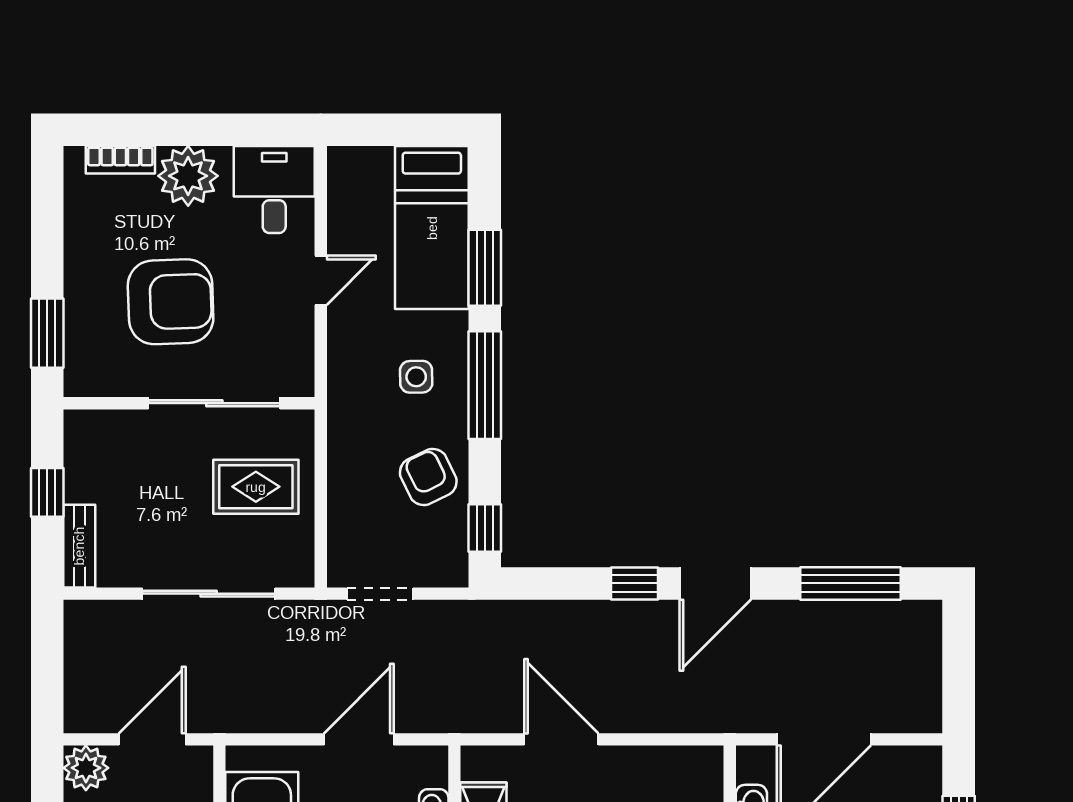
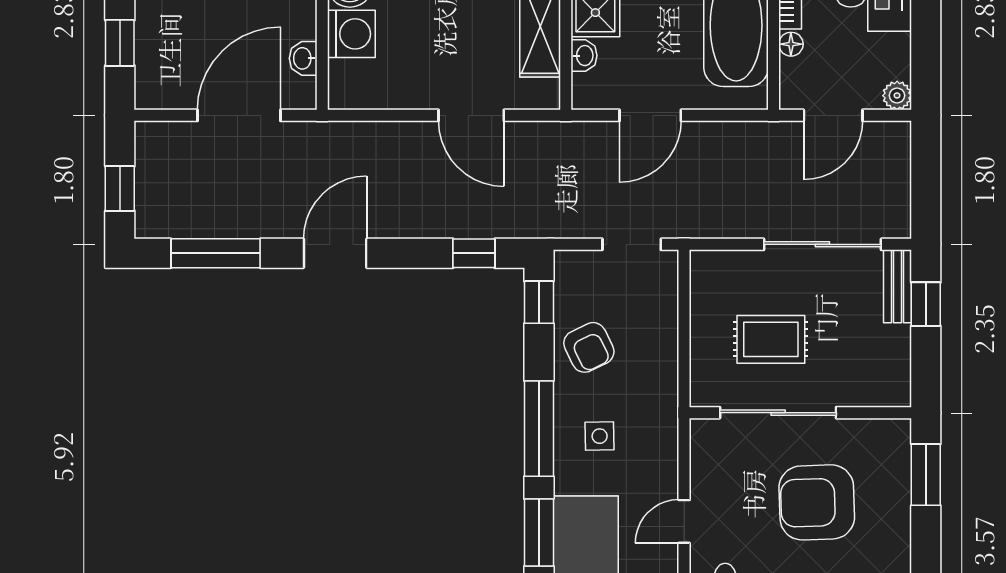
rug: (256, 487) -> (771, 339), moved
window: (47, 492) -> (926, 304), moved
window: (634, 583) -> (474, 253), moved
sliding door: (209, 594) -> (822, 244), moved
window: (959, 657) -> (120, 189), added
plant: (86, 768) -> (897, 96), width x0.73, depth x0.73

